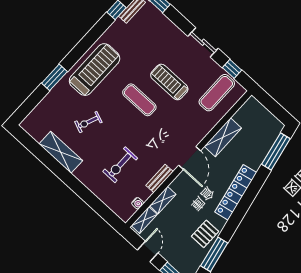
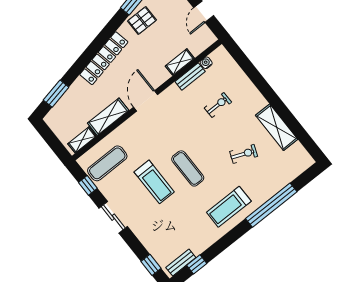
treadmill: (95, 70) -> (229, 207), width x0.73, depth x0.73
window: (54, 77) -> (271, 205), width x2.11
window: (276, 151) -> (56, 94), width x0.69
exercise bike: (120, 165) -> (218, 105), width x0.73, depth x0.72
bench: (159, 178) -> (190, 77), moved
shelving: (144, 220) -> (82, 140), moved

